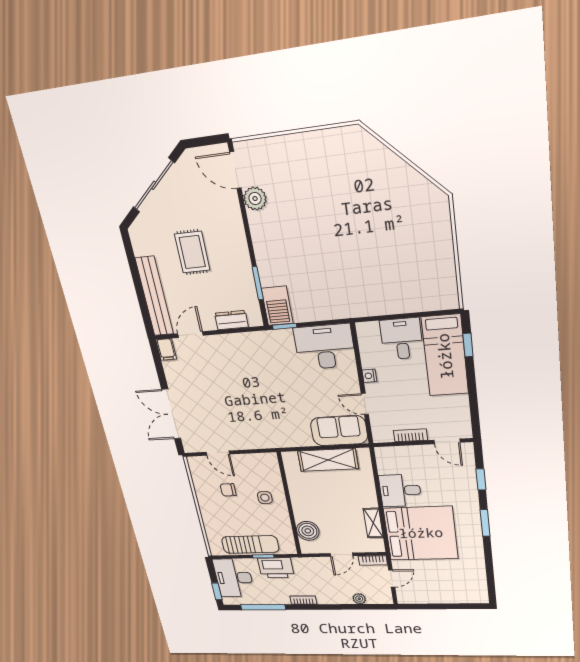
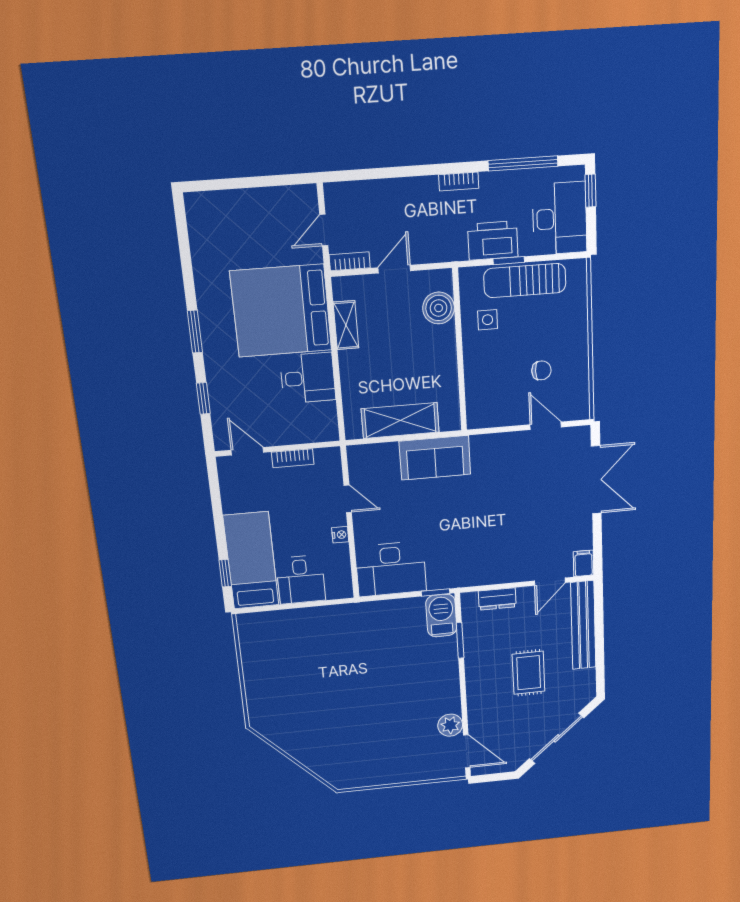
sofa: (339, 431) -> (435, 458), moved
side table: (265, 498) -> (488, 320), moved
plant: (359, 599) -> (374, 189), removed

